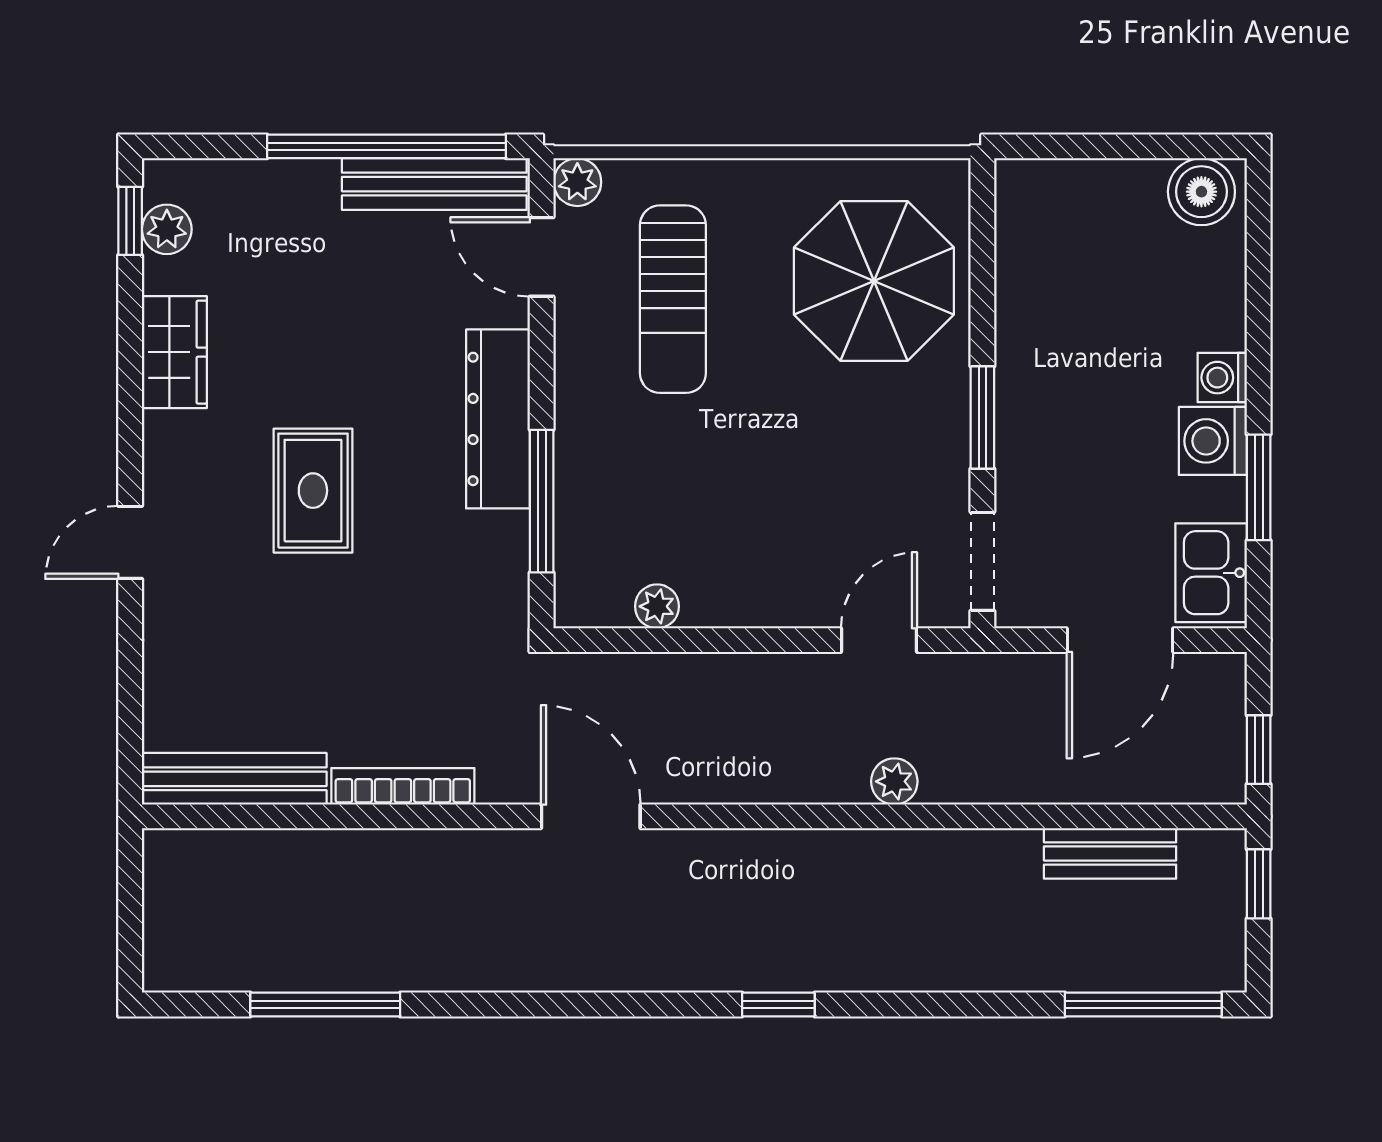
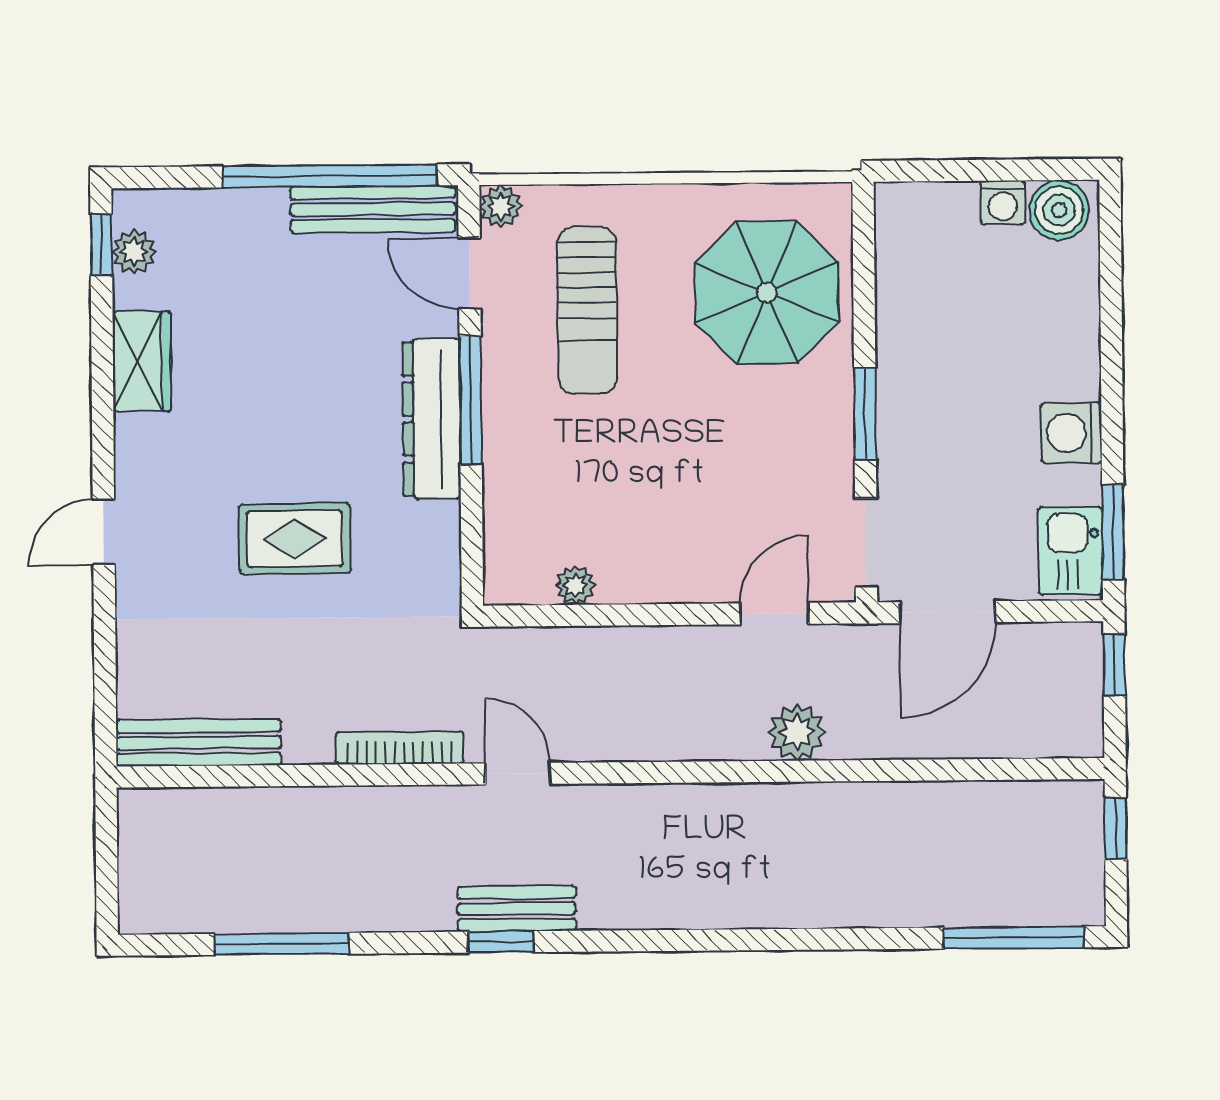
washing machine: (1222, 378) -> (1003, 203), moved, turned -90
window: (1259, 487) -> (1113, 532), moved
rug: (313, 491) -> (295, 539), moved, turned 90
window: (542, 501) -> (471, 400), moved
door: (1120, 640) -> (947, 612), moved
window: (1259, 750) -> (1114, 664), moved
plant: (894, 781) -> (797, 732), width x1.38, depth x1.38
bookcase: (403, 786) -> (400, 748), moved
door: (591, 816) -> (518, 774), width x0.73
bench: (1110, 853) -> (517, 909), moved
window: (778, 1004) -> (501, 942), moved

